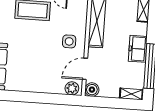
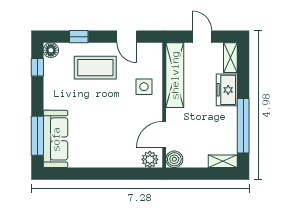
side table: (69, 41) -> (144, 87), moved
freezer: (138, 49) -> (227, 90), moved

